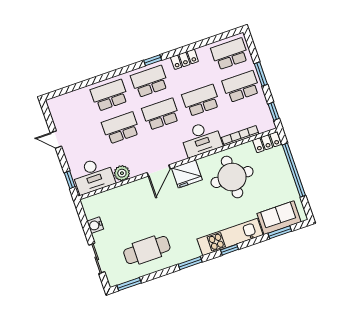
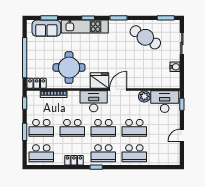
desk: (201, 139) -> (94, 101), moved
door: (56, 140) -> (182, 135), swing flipped
cafe table: (147, 250) -> (145, 37), turned 32

